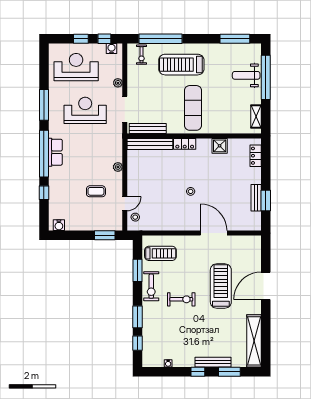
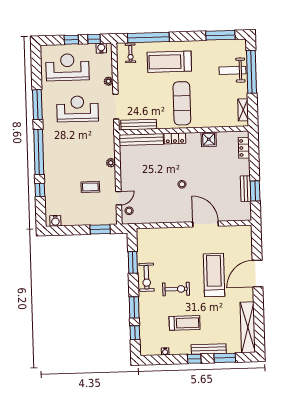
row of seats: (55, 152) -> (50, 150), removed
treadmill: (160, 253) -> (185, 323), moved

